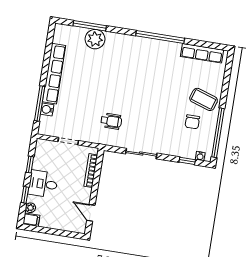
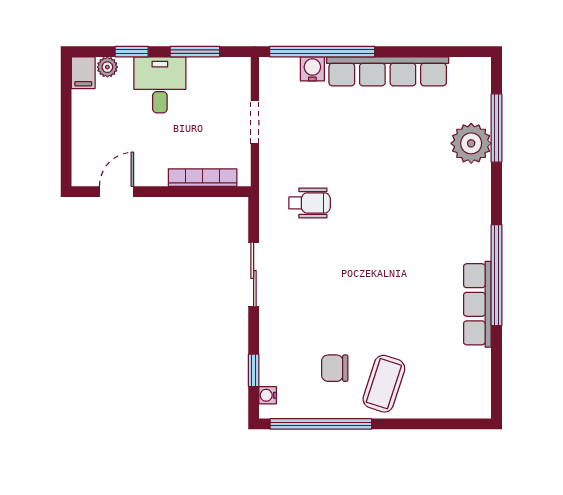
row of seats: (202, 53) -> (477, 304), moved
window: (40, 104) -> (322, 52), width x1.46
wheelchair: (111, 121) -> (310, 203), turned -90
window: (30, 165) -> (195, 52), width x1.50

